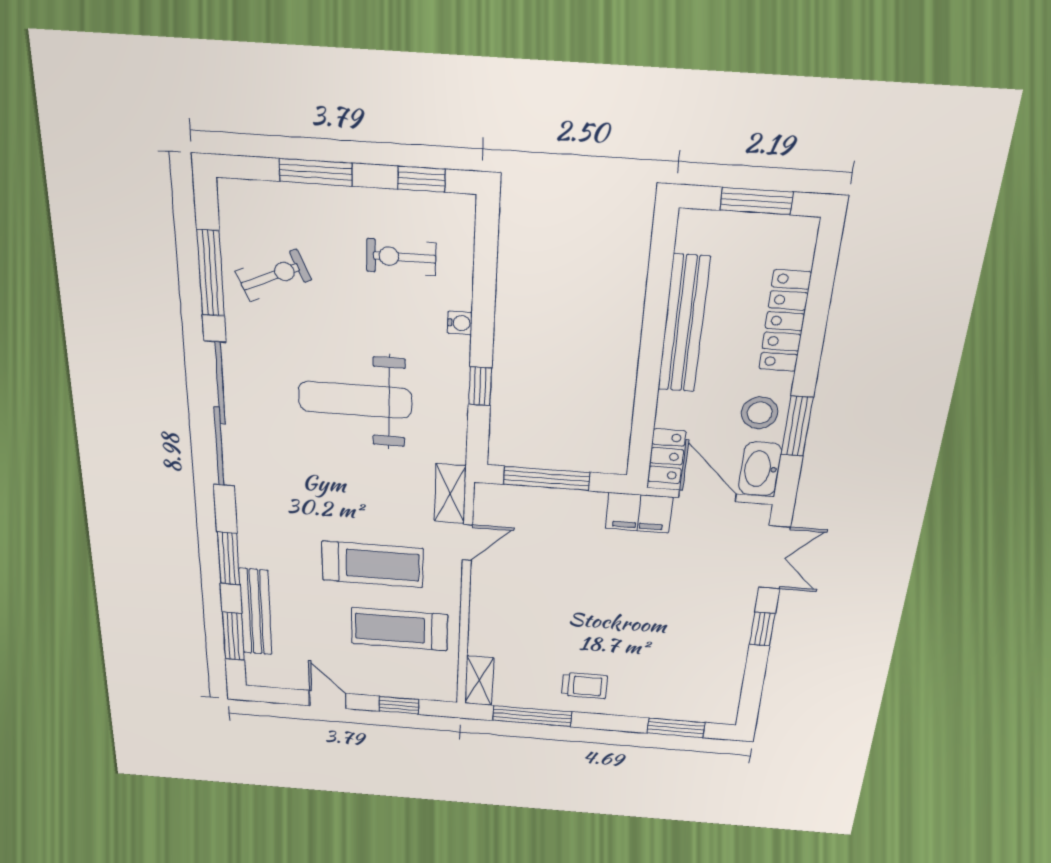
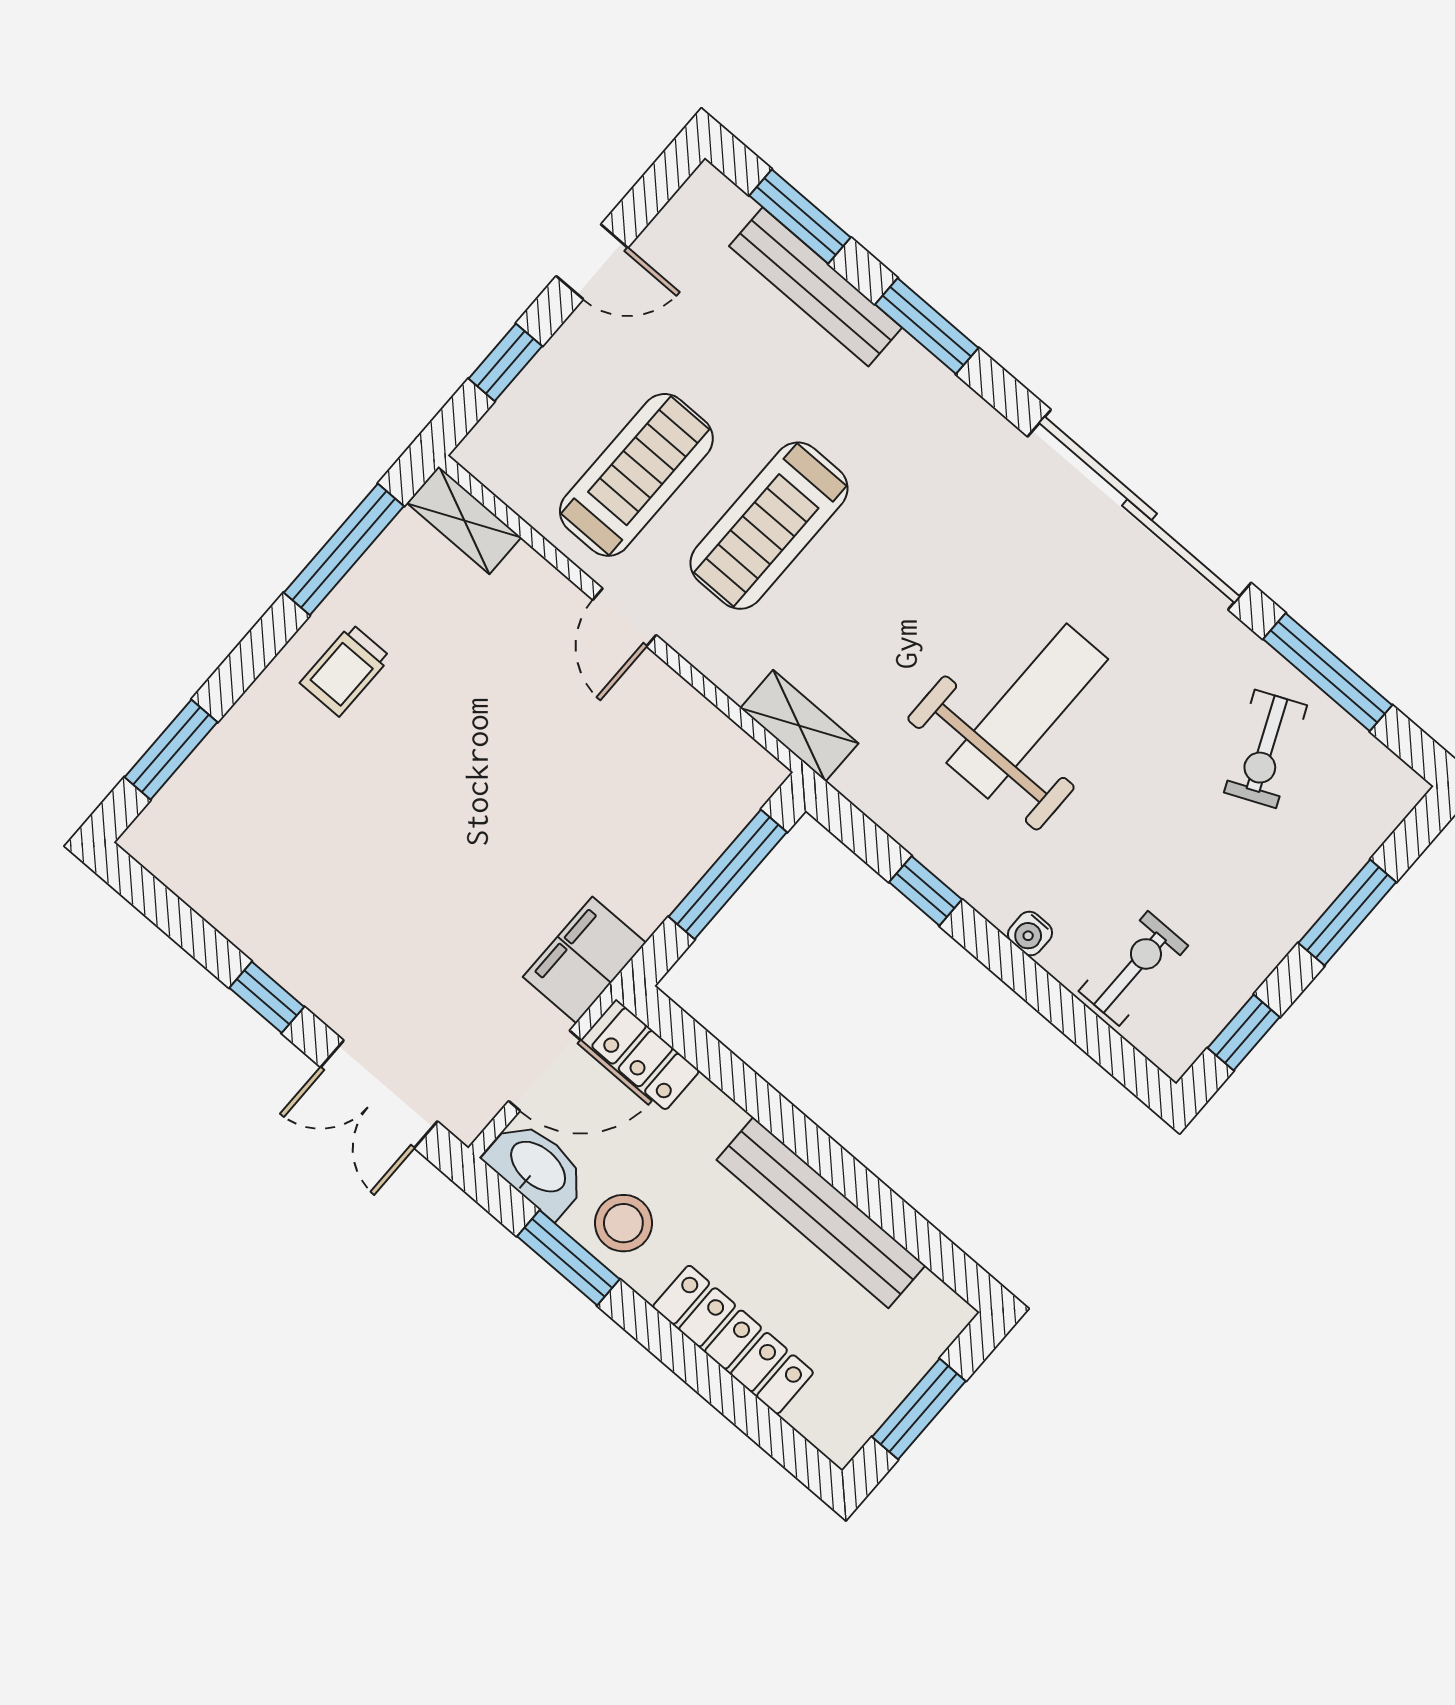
exercise bike: (401, 257) -> (1133, 968), moved
door: (467, 542) -> (625, 617), moved

